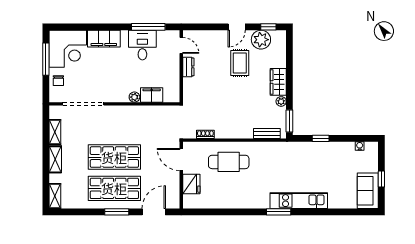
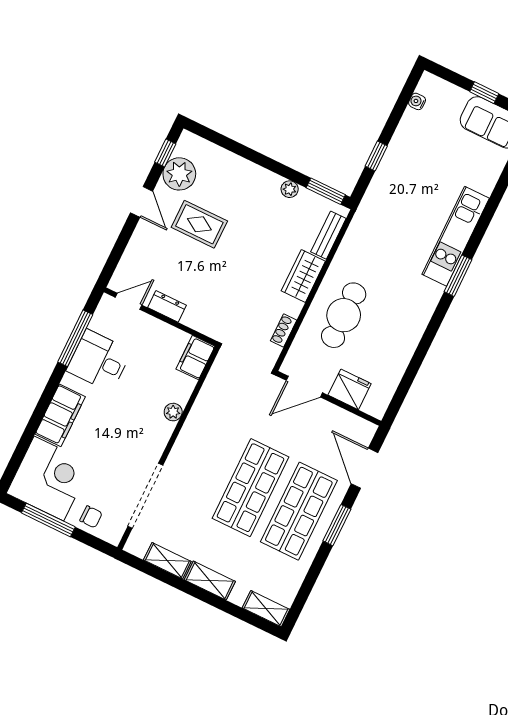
wardrobe: (278, 82) -> (303, 276), moved, turned 90
filing cabinet: (152, 95) -> (195, 358), moved

